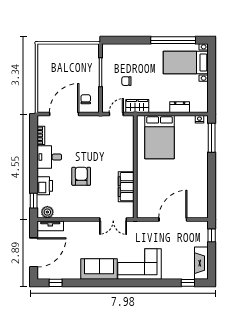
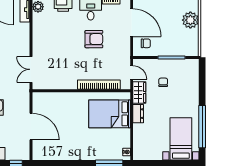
plant: (61, 52) -> (190, 20), added
dresser: (180, 107) -> (138, 114), moved
bookcase: (129, 148) -> (99, 85), added
armchair: (81, 176) -> (94, 39), moved
filing cabinet: (126, 187) -> (62, 82), removed

